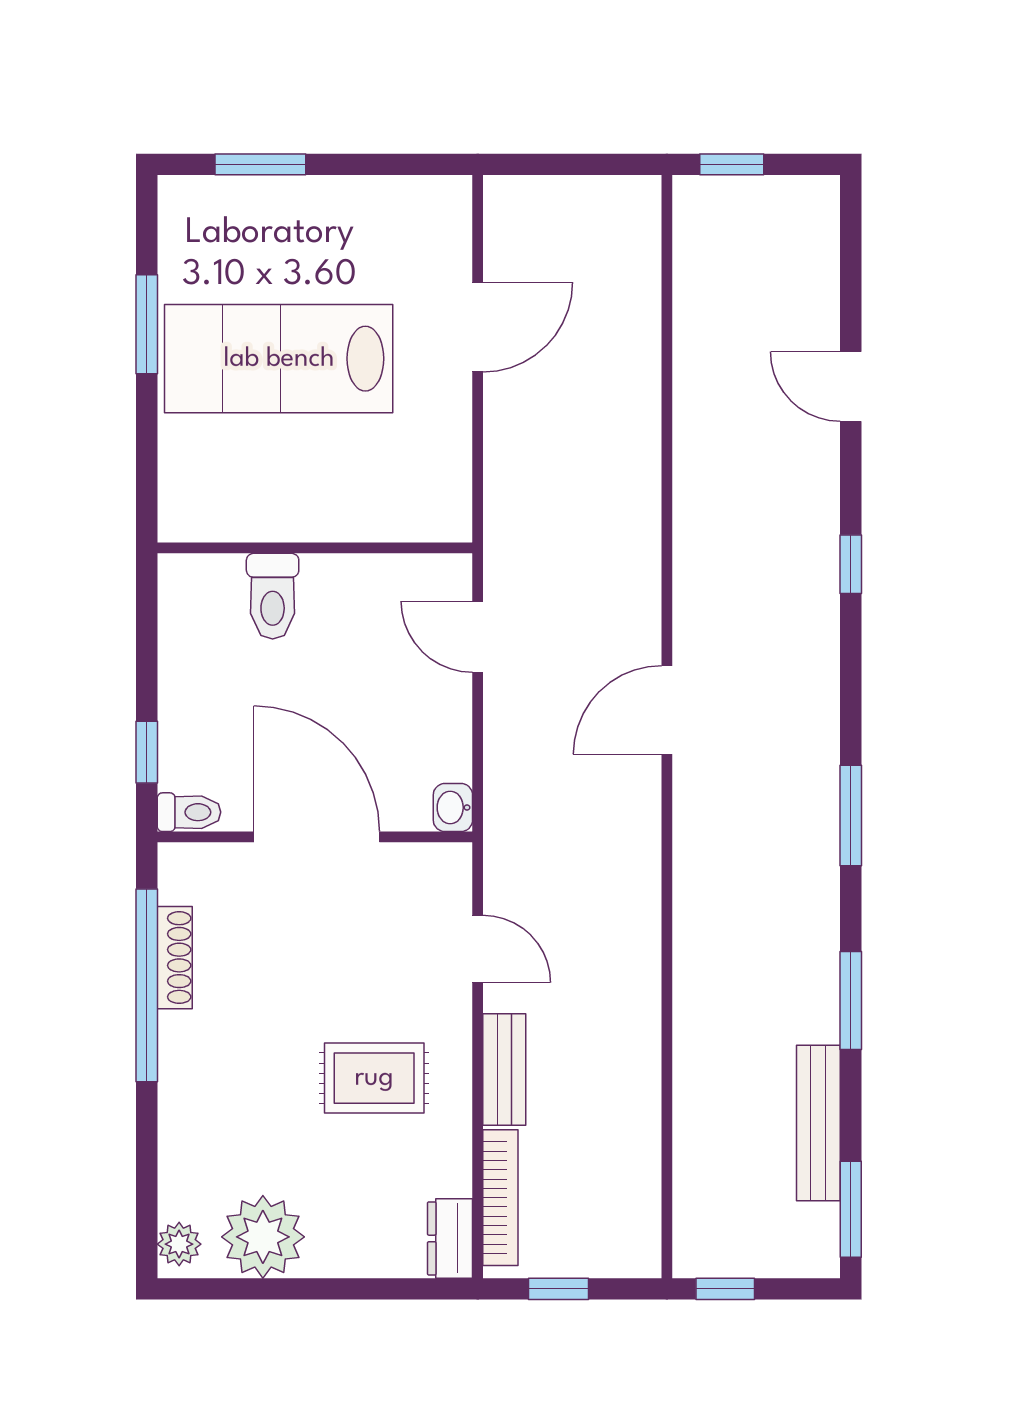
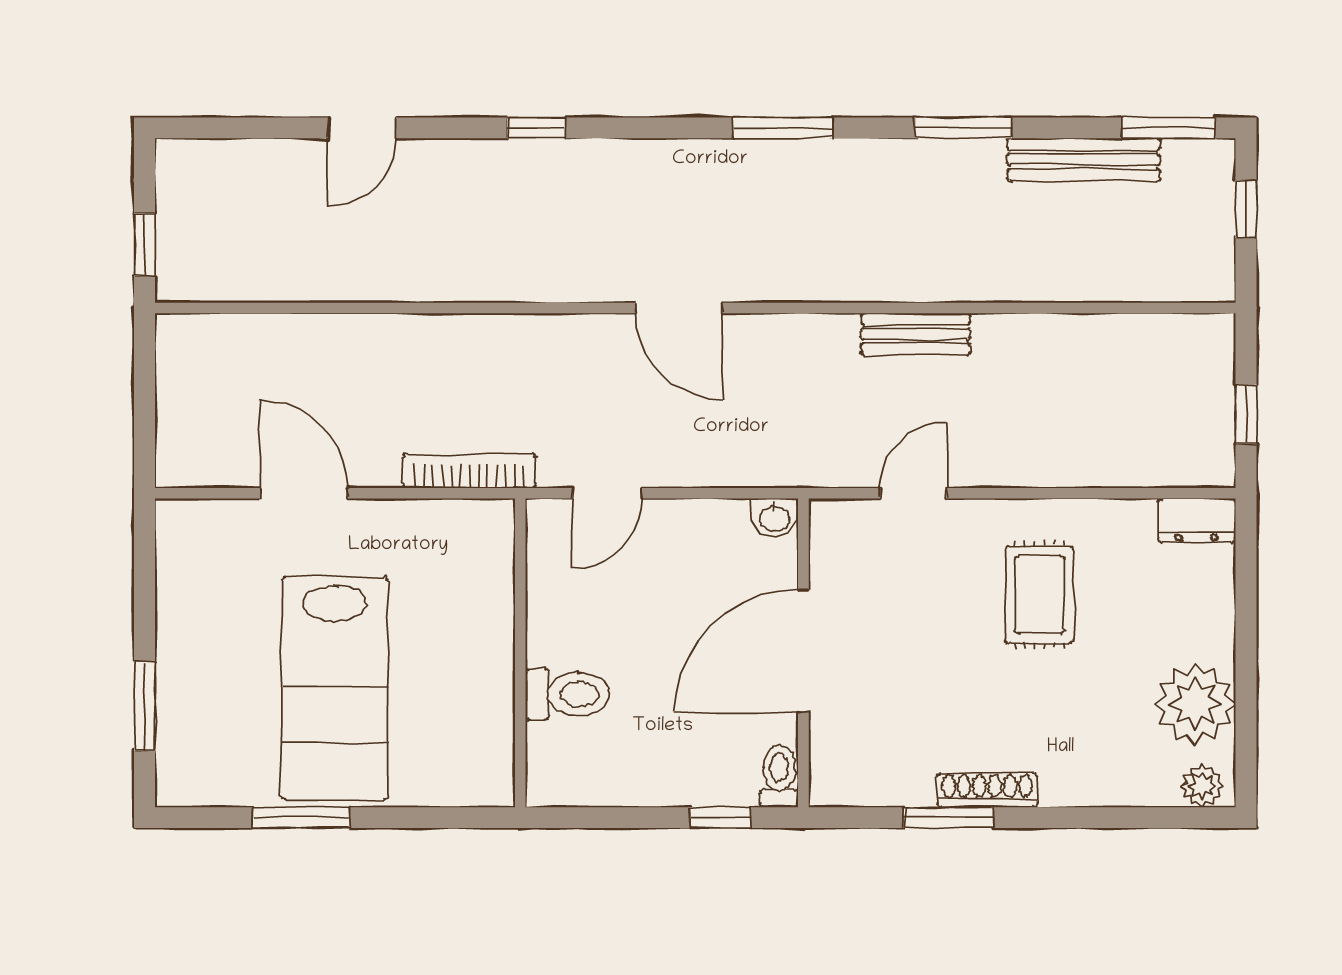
shoe rack: (175, 958) -> (987, 790), moved
window: (147, 985) -> (949, 818), width x0.47
bench: (504, 1070) -> (915, 334), moved
bookcase: (500, 1198) -> (469, 471), moved
window: (725, 1289) -> (1246, 209), moved

